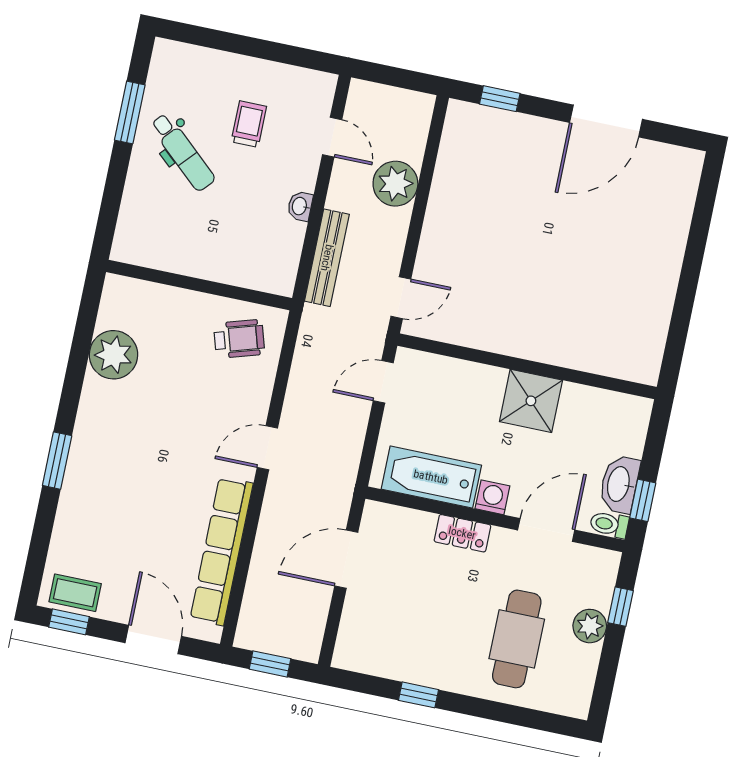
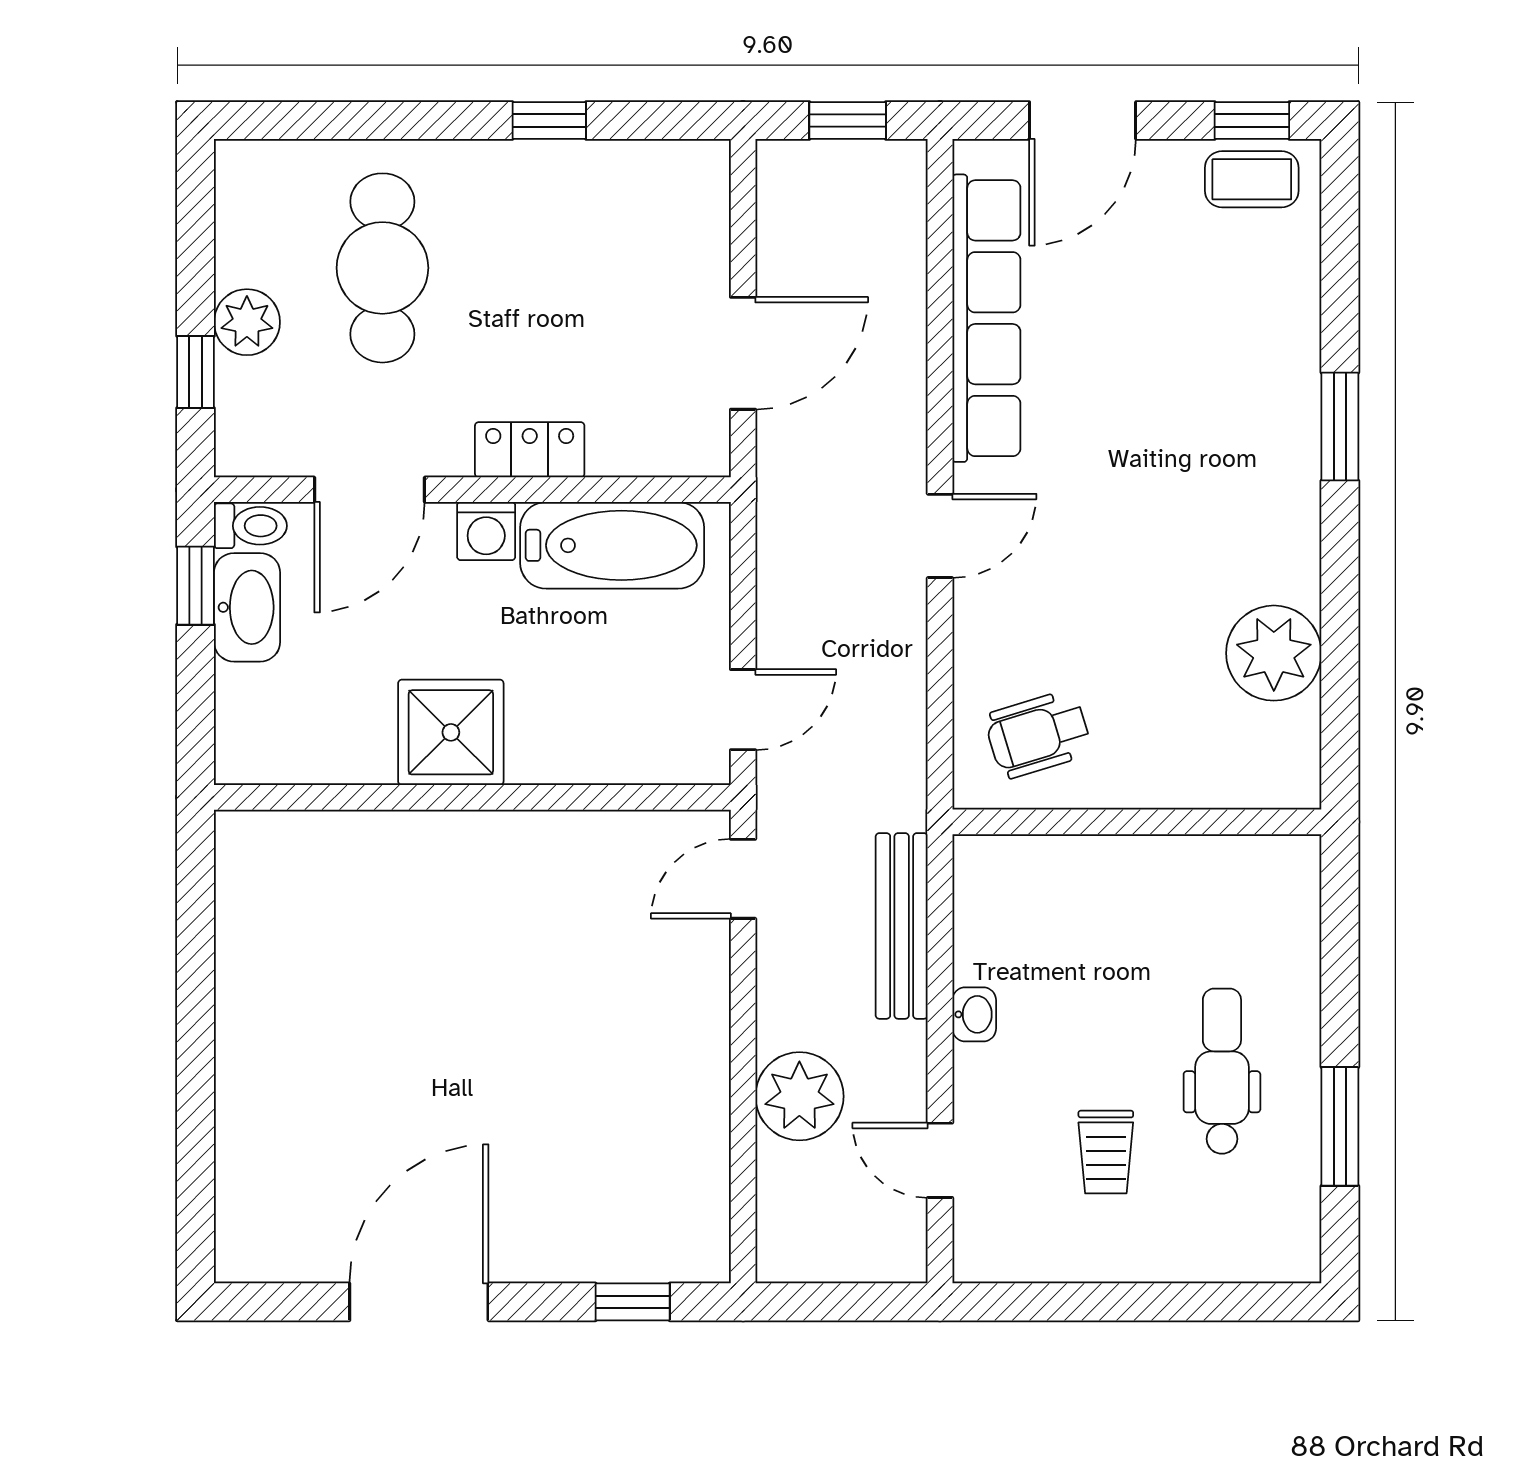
dental chair: (183, 152) -> (1222, 1071), turned 48
door: (153, 640) -> (1083, 121), hinge flipped

